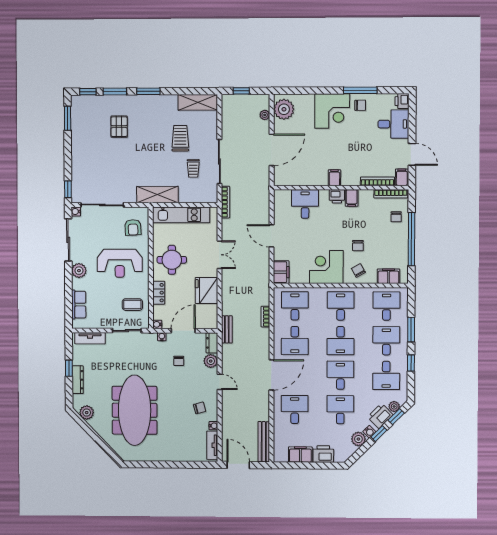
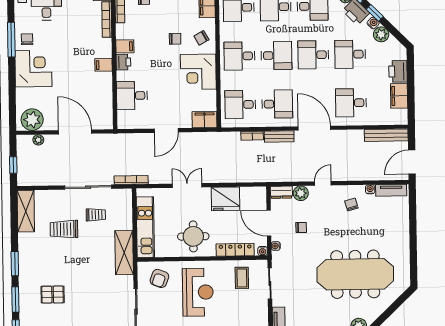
armchair: (133, 227) -> (159, 278), turned 114
locker: (159, 293) -> (235, 250), width x1.53
bench: (227, 329) -> (279, 136), moved

